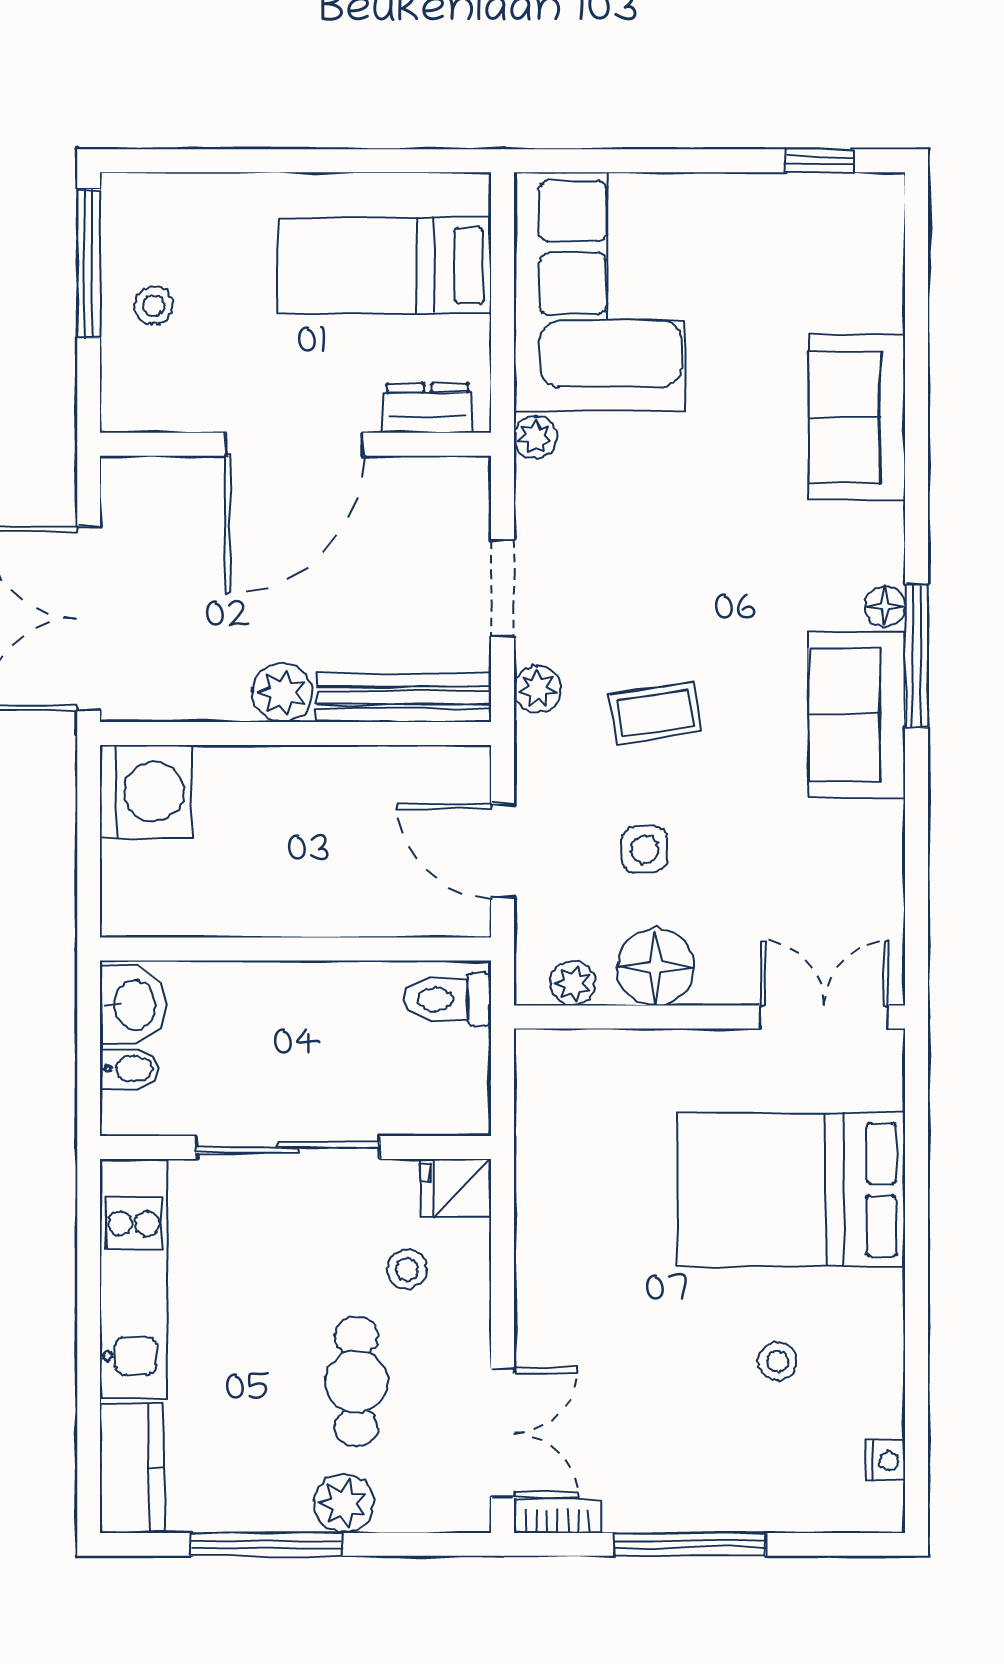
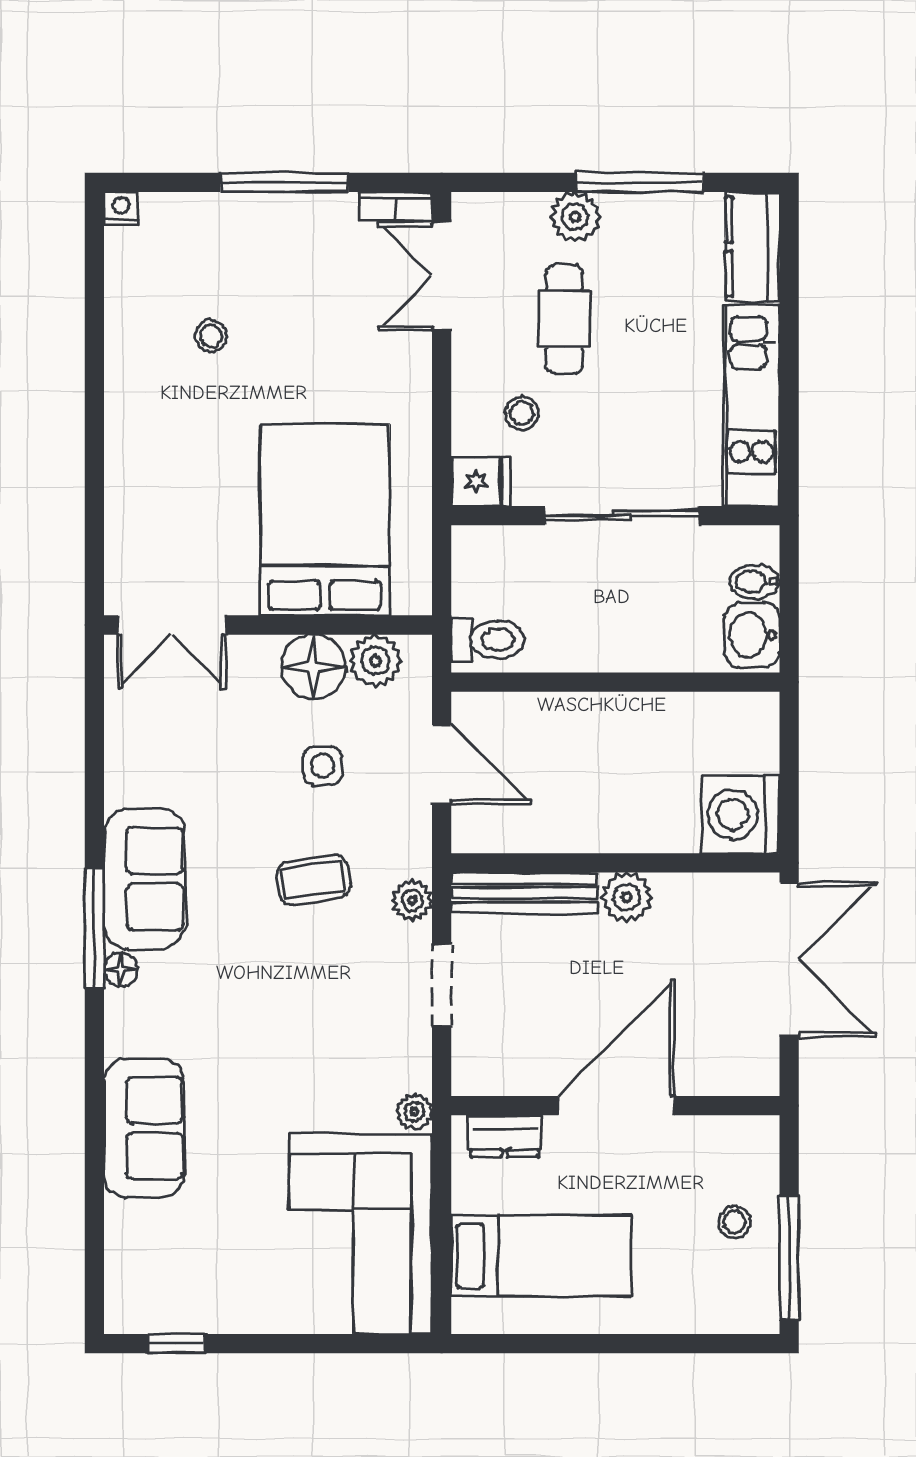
plant: (573, 983) -> (375, 661), width x1.38, depth x1.38
bed: (791, 1190) -> (325, 520), moved, turned -90
nightstand: (886, 1461) -> (121, 208), moved, turned 90

